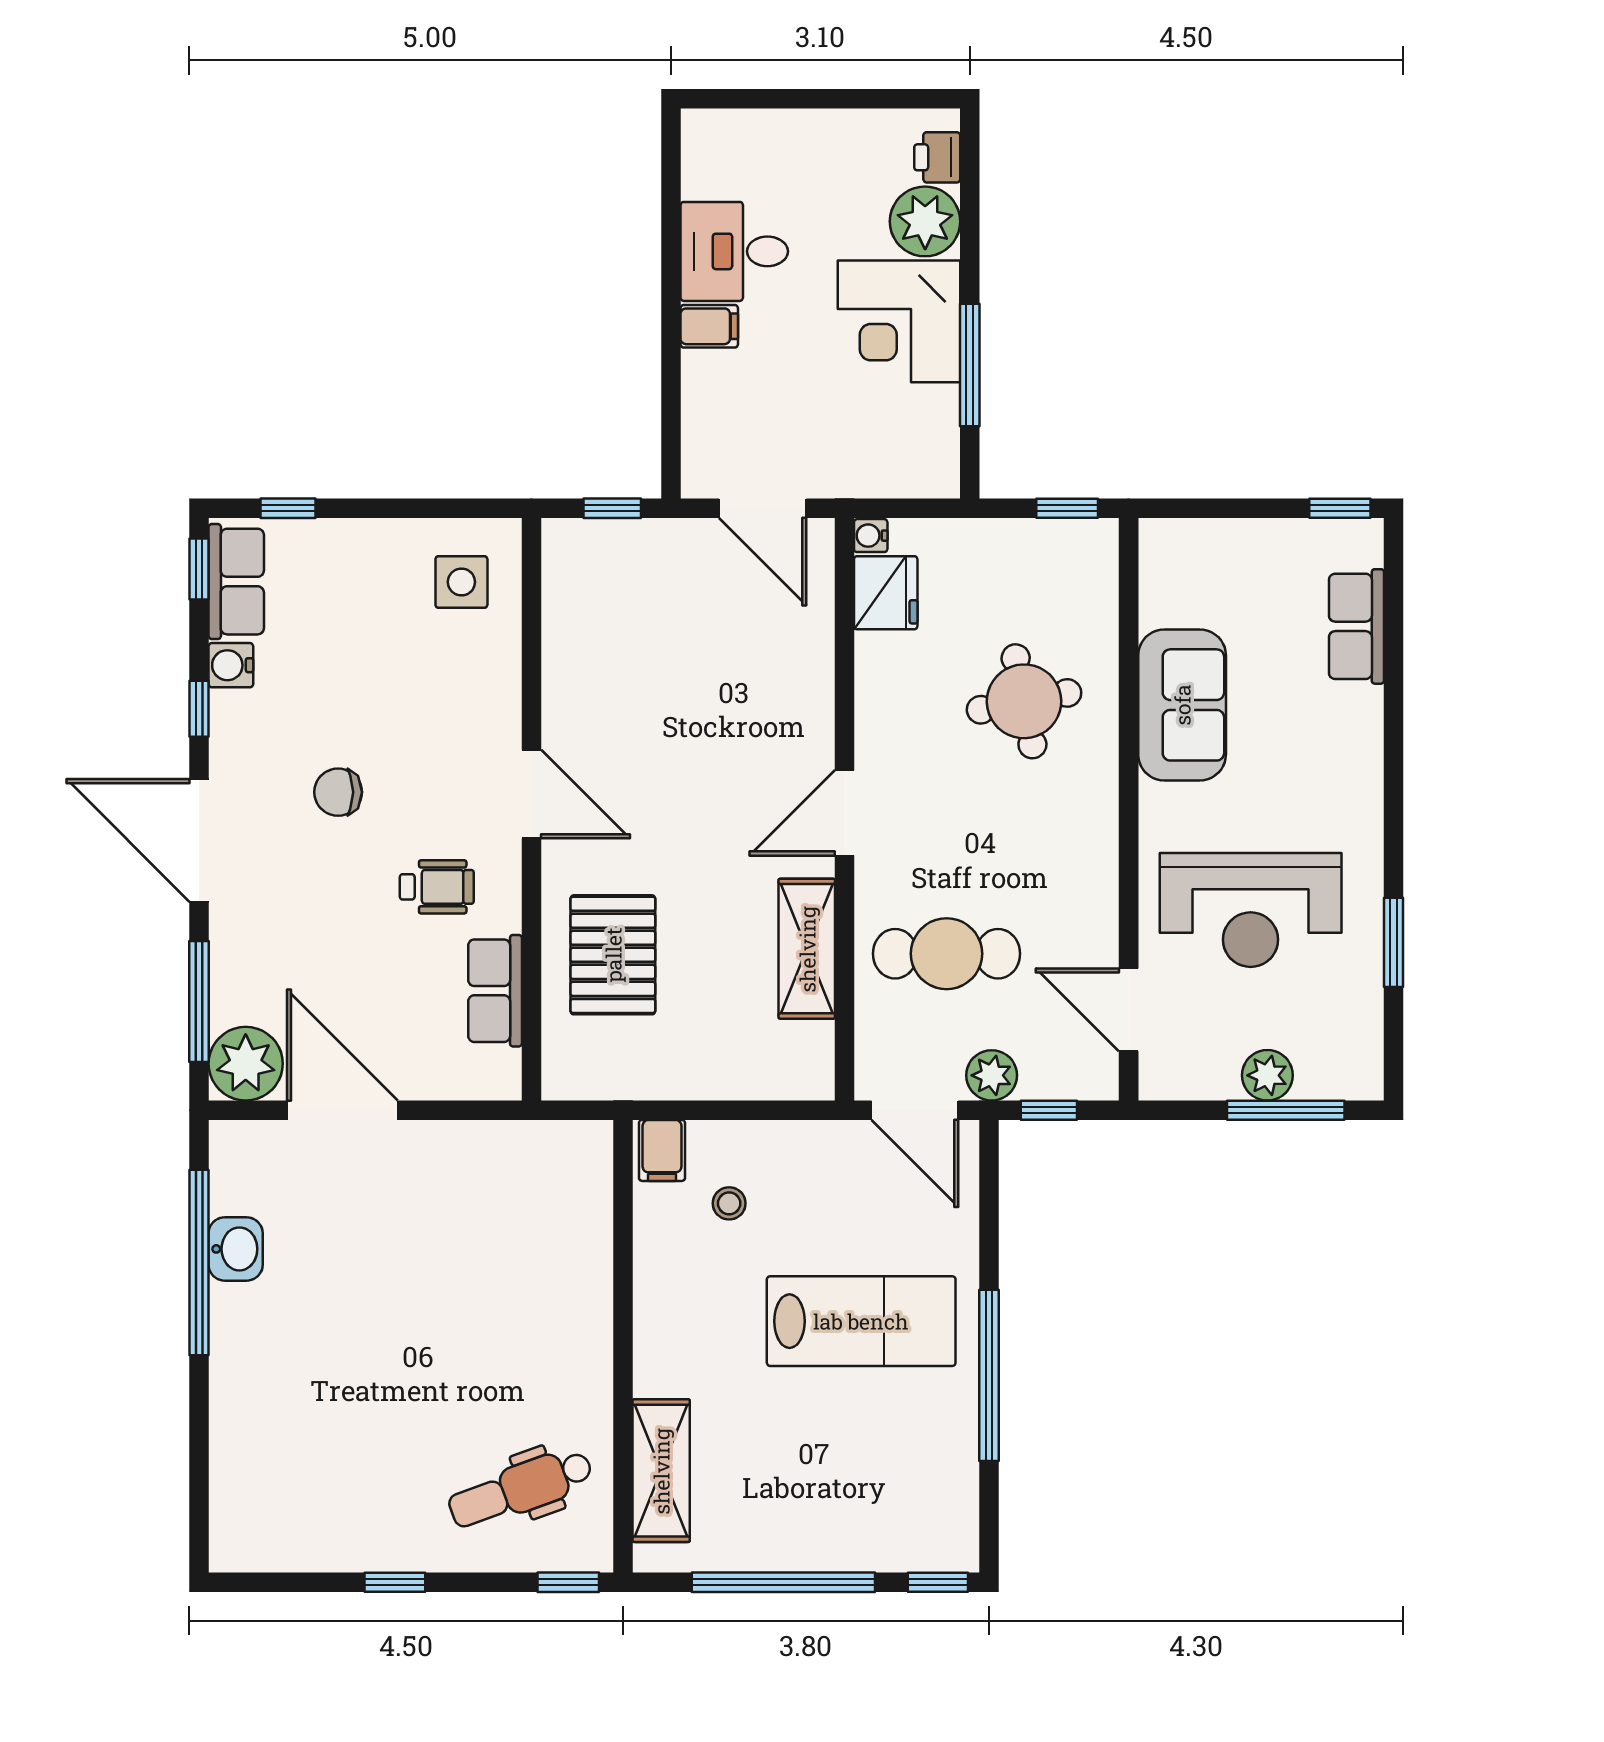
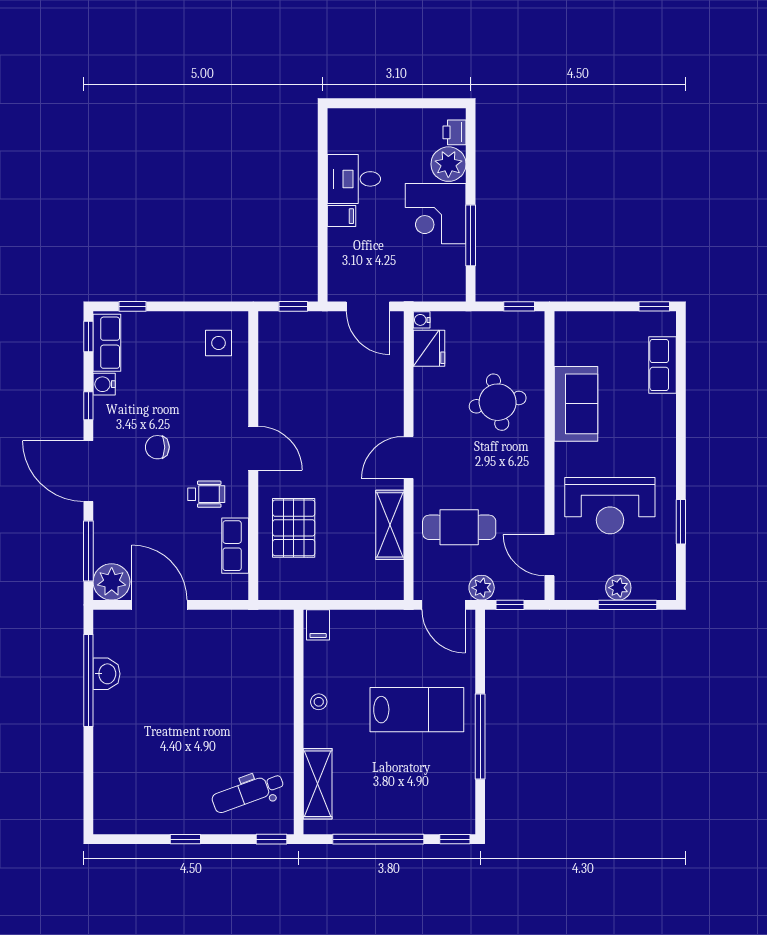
stool: (729, 1203) -> (319, 702), moved

